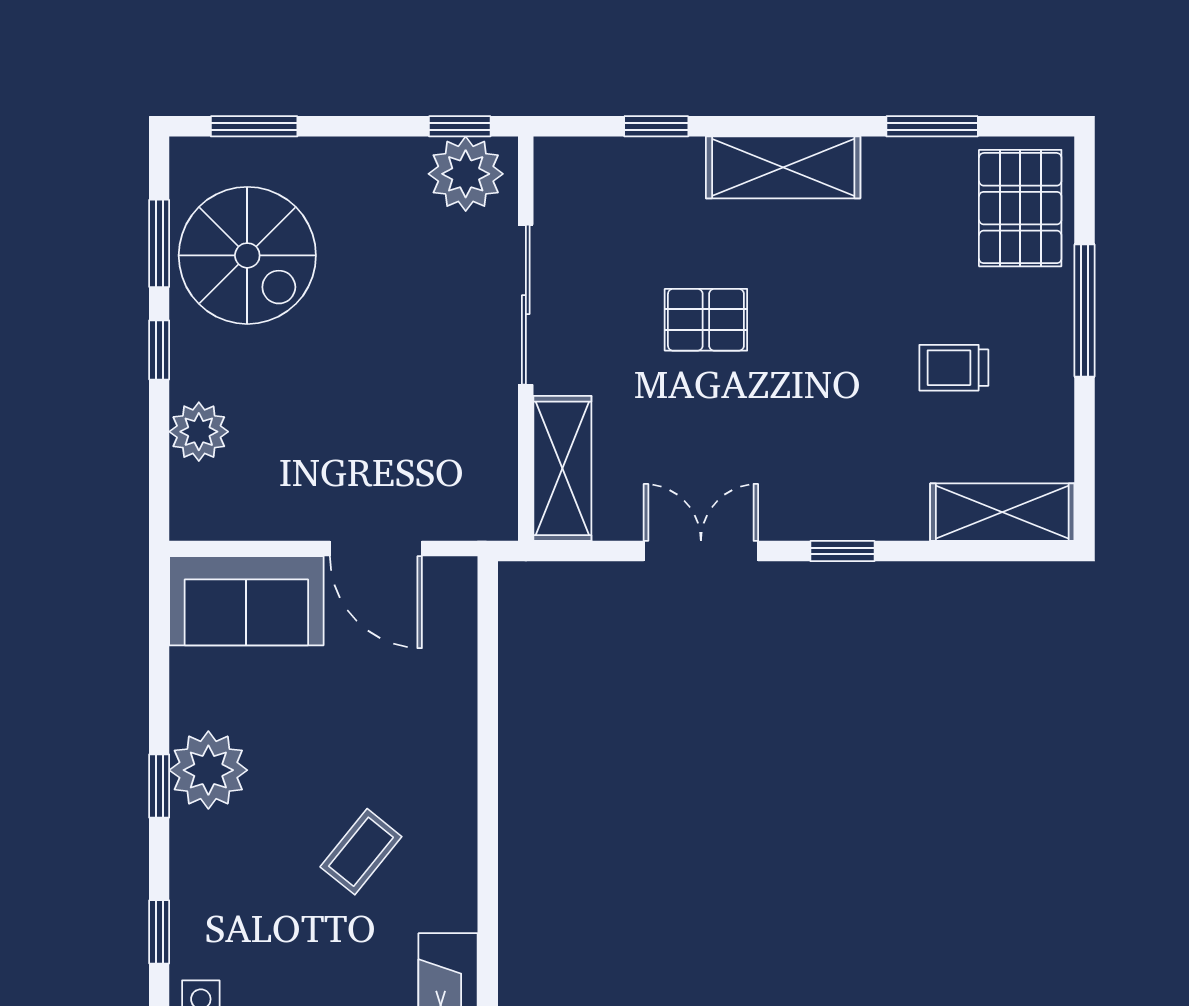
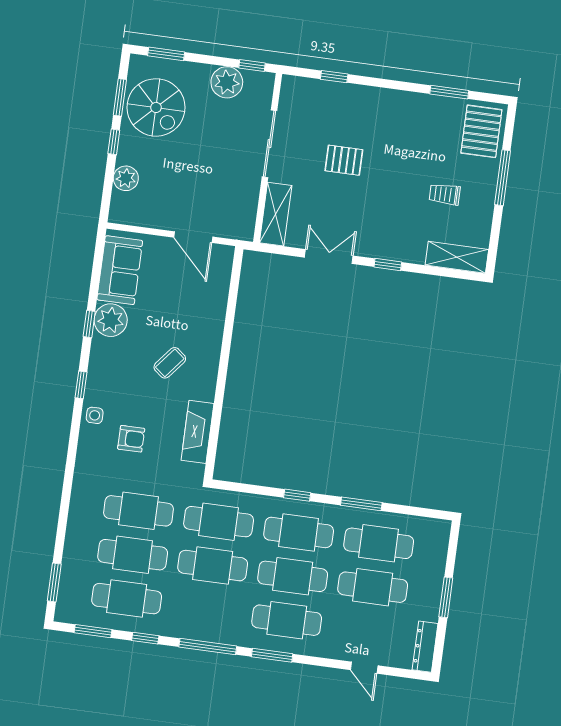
shelving: (783, 167) -> (385, 101), removed
plant: (466, 174) -> (227, 82), moved
sofa: (246, 601) -> (120, 270), moved, turned -90

